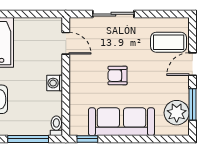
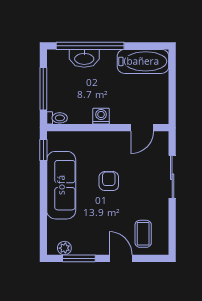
coffee table: (169, 42) -> (143, 234), width x0.73, depth x0.77
plant: (177, 113) -> (64, 248), width x0.53, depth x0.53

